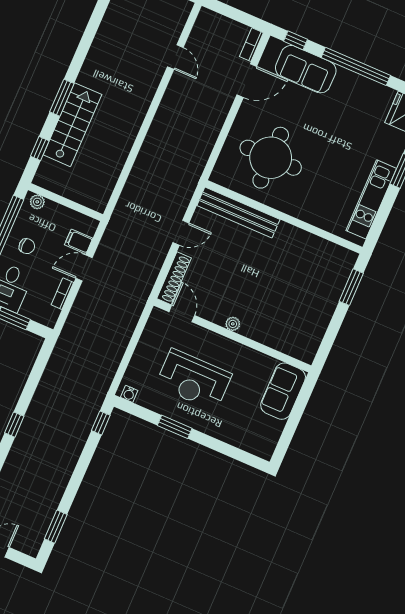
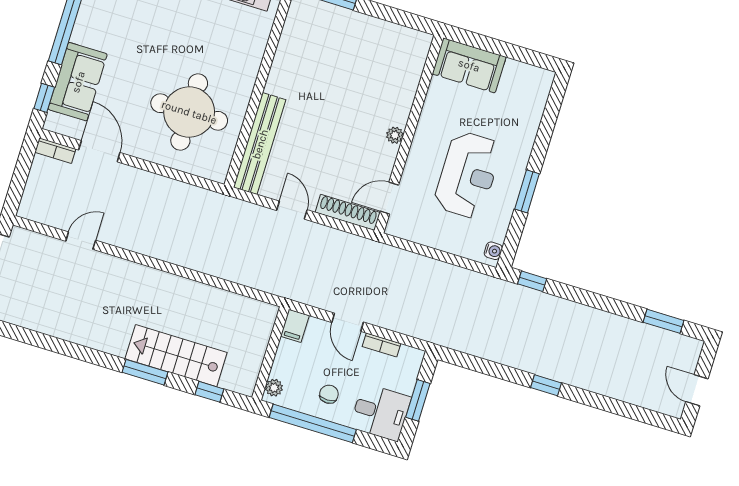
filing cabinet: (79, 242) -> (295, 326), moved

